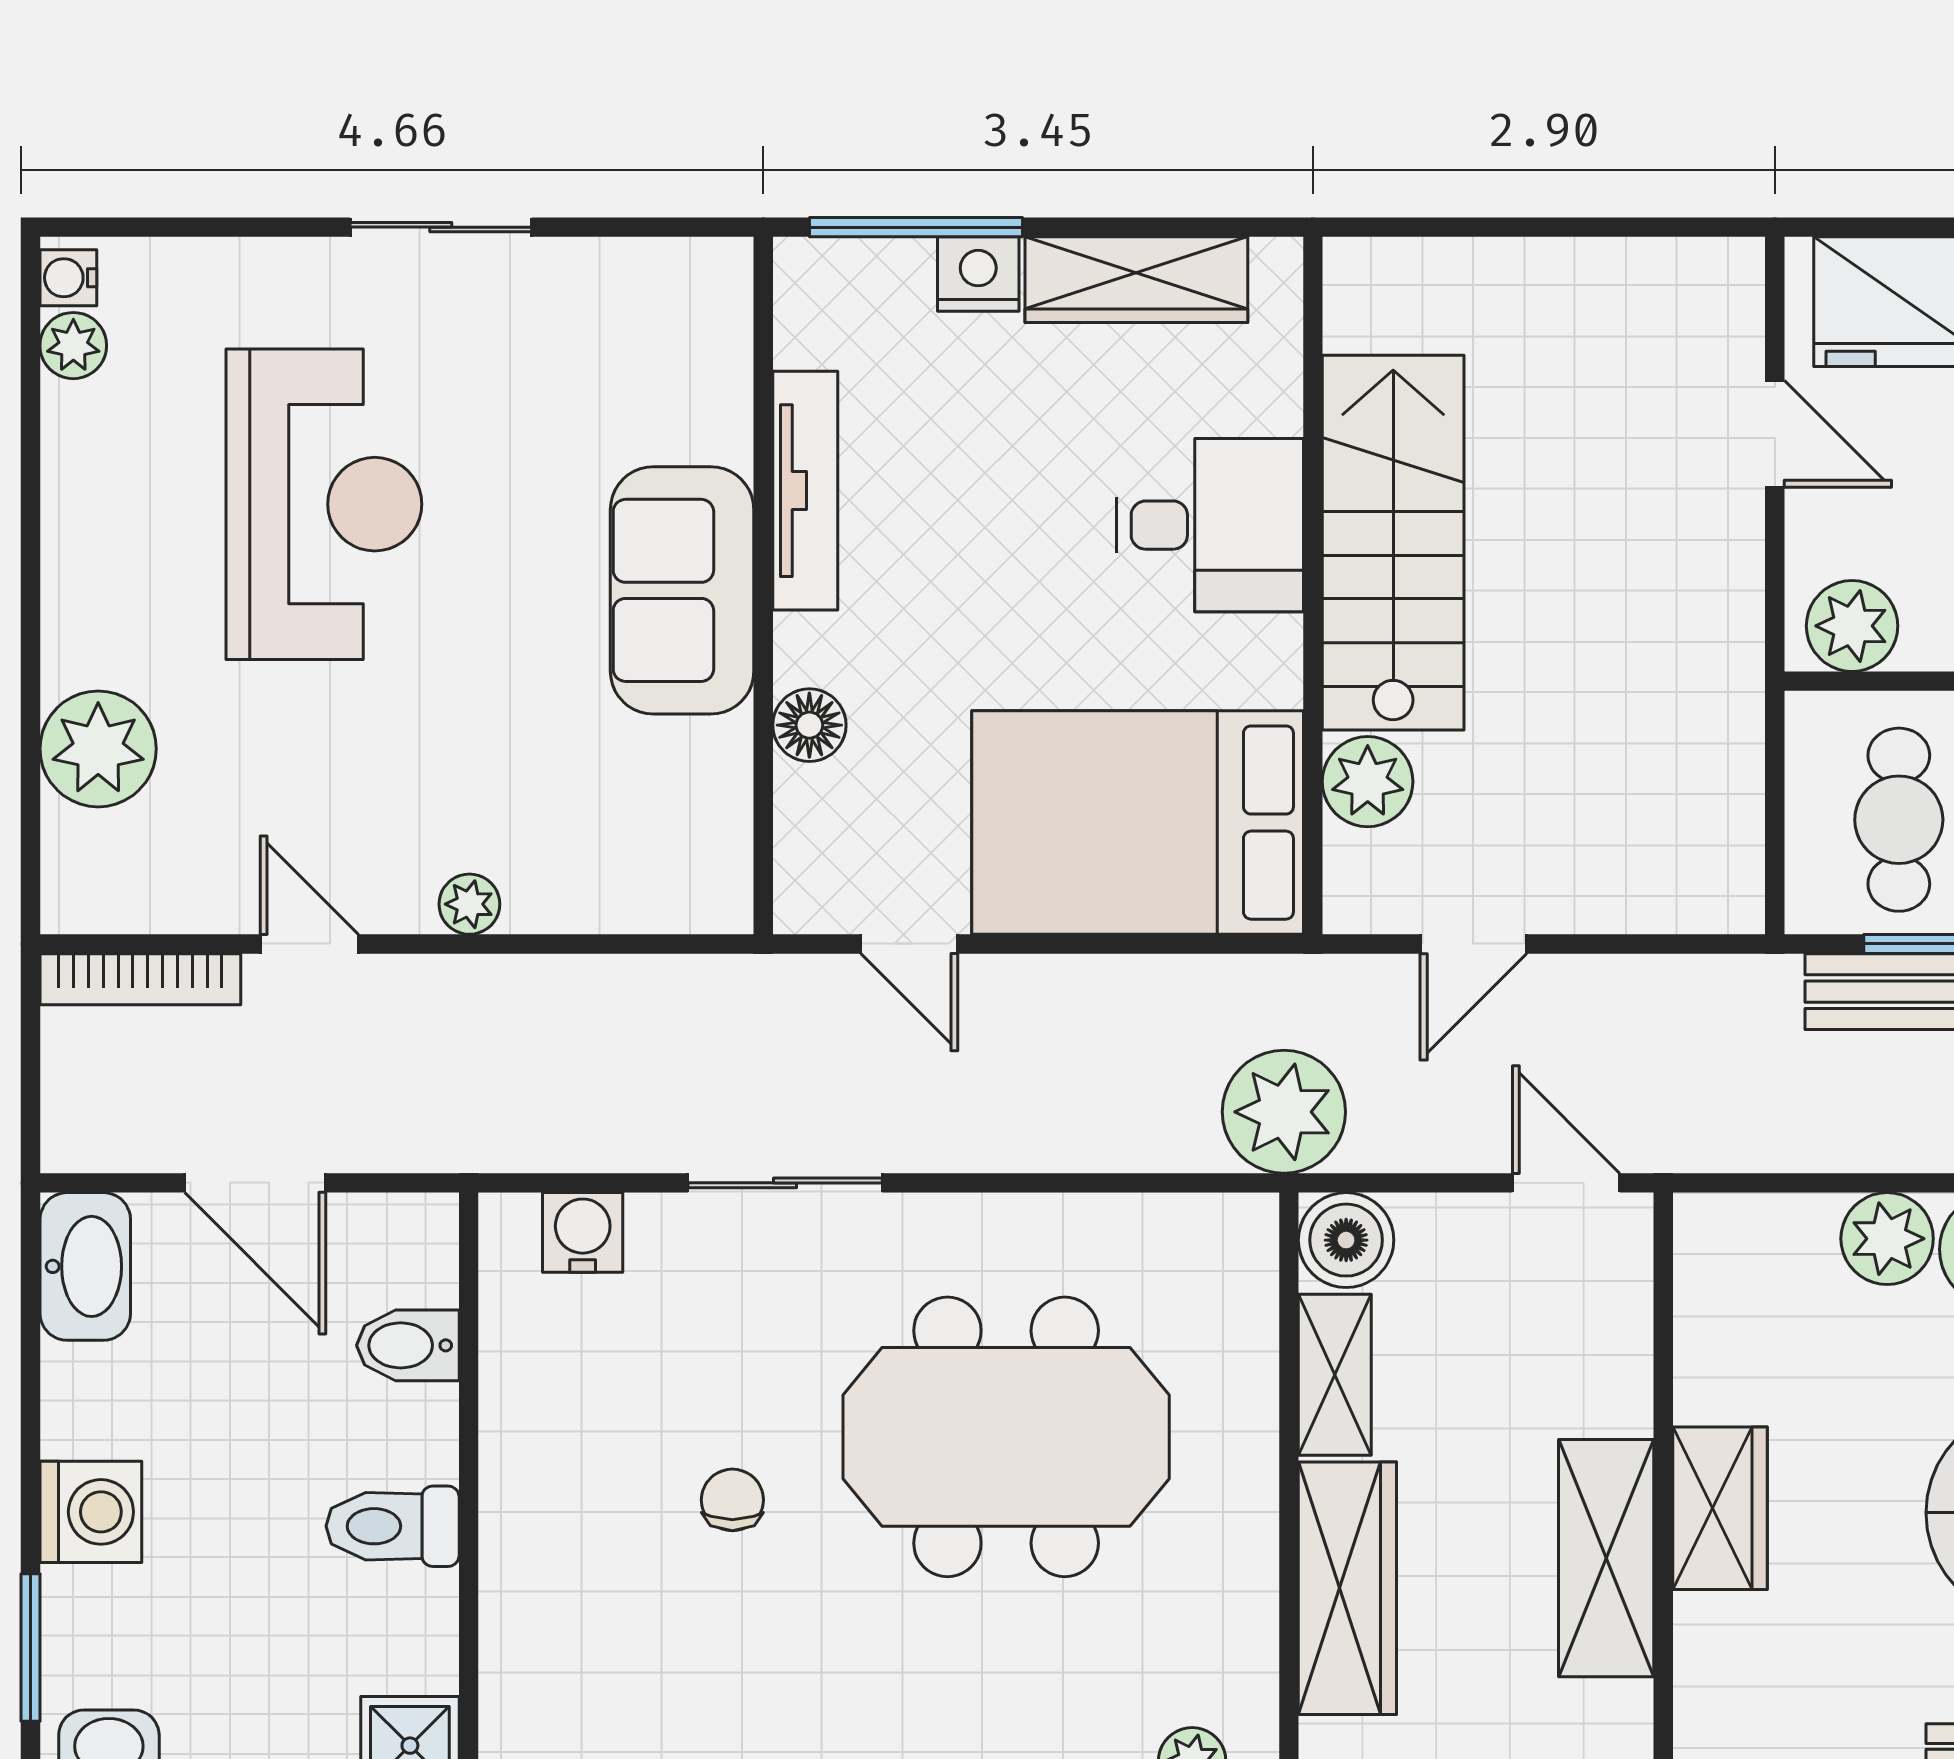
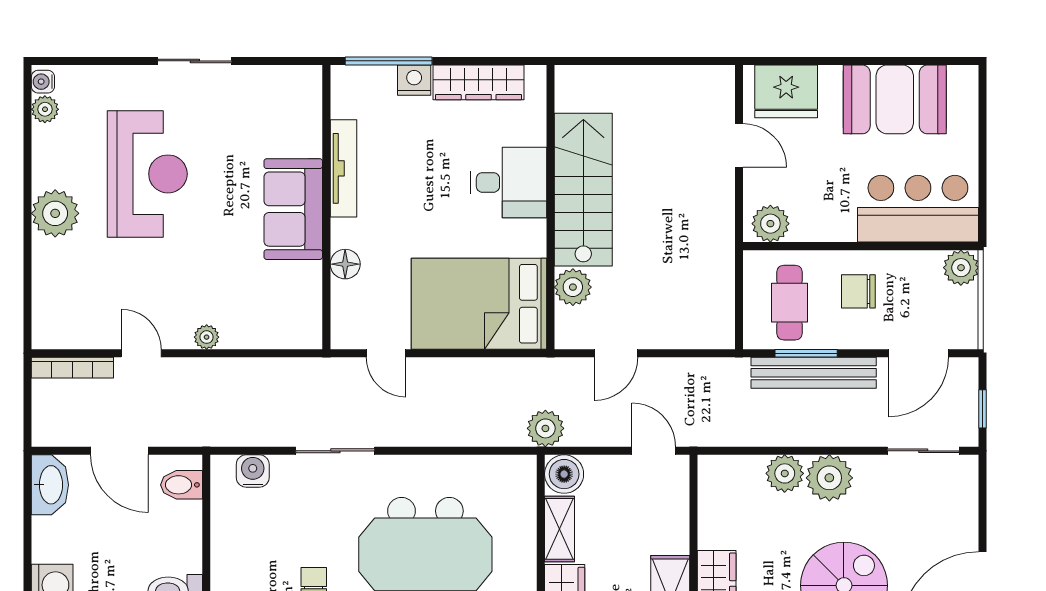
plant: (98, 749) -> (55, 213), moved
plant: (1284, 1112) -> (545, 428), width x0.73, depth x0.73
bidet: (408, 1345) -> (181, 485), moved

